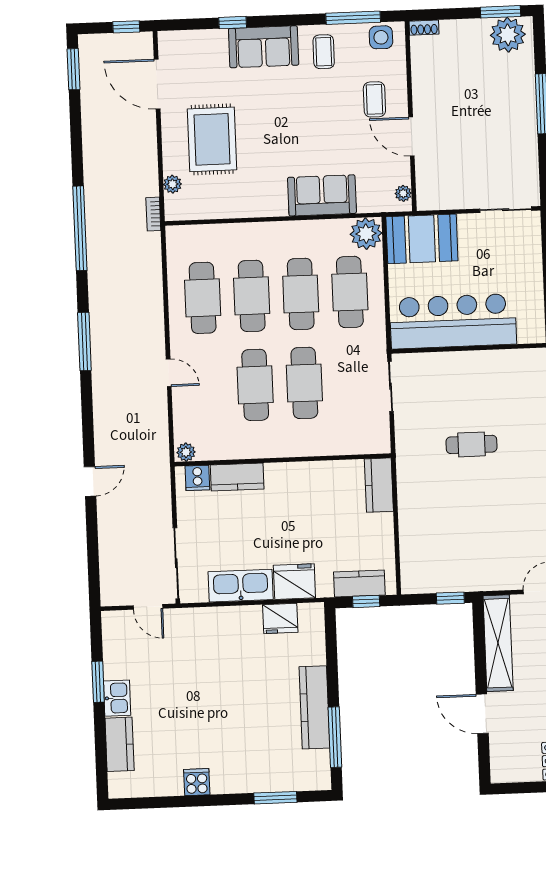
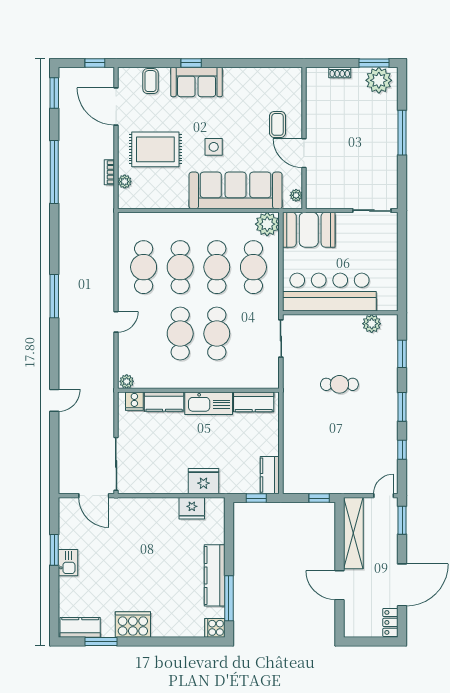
window: (353, 18) -> (264, 63), removed
window: (233, 23) -> (191, 63), moved
shoe rack: (424, 28) -> (340, 72), moved
side table: (381, 37) -> (214, 147), moved
coffee table: (324, 52) -> (151, 81), moved
rug: (212, 139) -> (155, 149), turned 90
sofa: (322, 195) -> (236, 190), width x1.85, depth x1.27
bookcase: (153, 214) -> (109, 172), moved
window: (80, 228) -> (54, 172), moved
plant: (511, 361) -> (372, 324), added
door: (169, 373) -> (116, 322), hinge flipped
kitchen counter: (379, 485) -> (254, 402), moved, turned -90
kitchen counter: (359, 584) -> (270, 475), moved, turned -90
kitchen sink: (241, 586) -> (209, 403), moved, turned 180
door: (148, 607) -> (94, 496), width x1.38
kitchen counter: (120, 744) -> (80, 627), moved, turned -90
cooker: (317, 778) -> (215, 628), added
cooker: (197, 782) -> (133, 624), width x1.87, depth x1.31
window: (275, 798) -> (101, 641), moved

